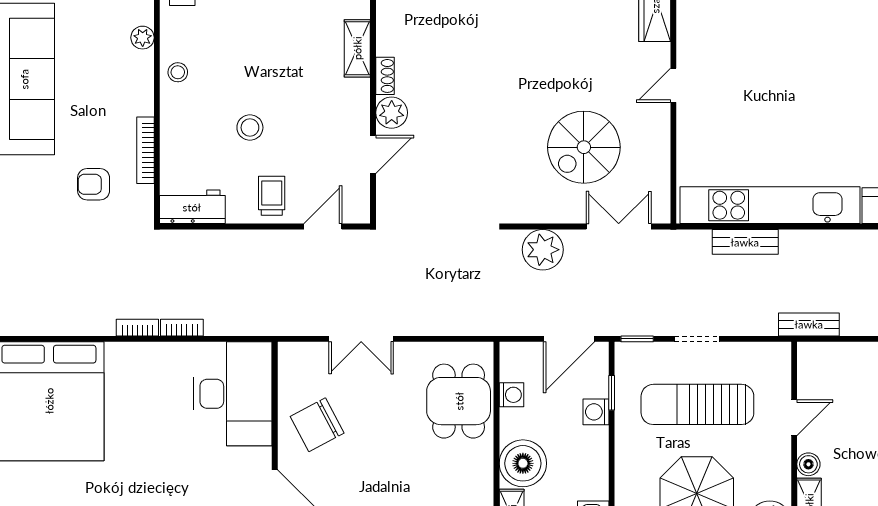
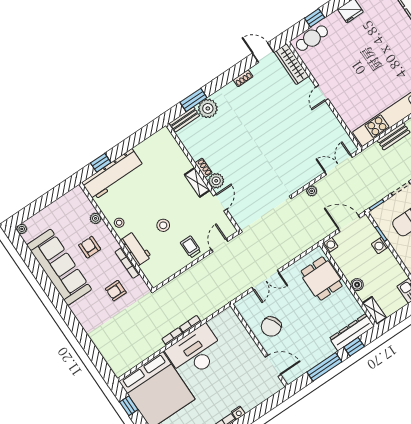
shelving: (357, 48) -> (197, 182), moved
armchair: (99, 80) -> (90, 247), added
spiral stairs: (584, 147) -> (303, 142), removed
workbench: (192, 207) -> (136, 248), moved, turned 90
plant: (543, 250) -> (312, 191), width x0.53, depth x0.53
door: (569, 339) -> (349, 223), swing flipped
desk: (233, 394) -> (195, 352), moved, turned -90
washing machine: (511, 395) -> (330, 245), moved
boiler: (523, 463) -> (357, 285), width x0.54, depth x0.54

